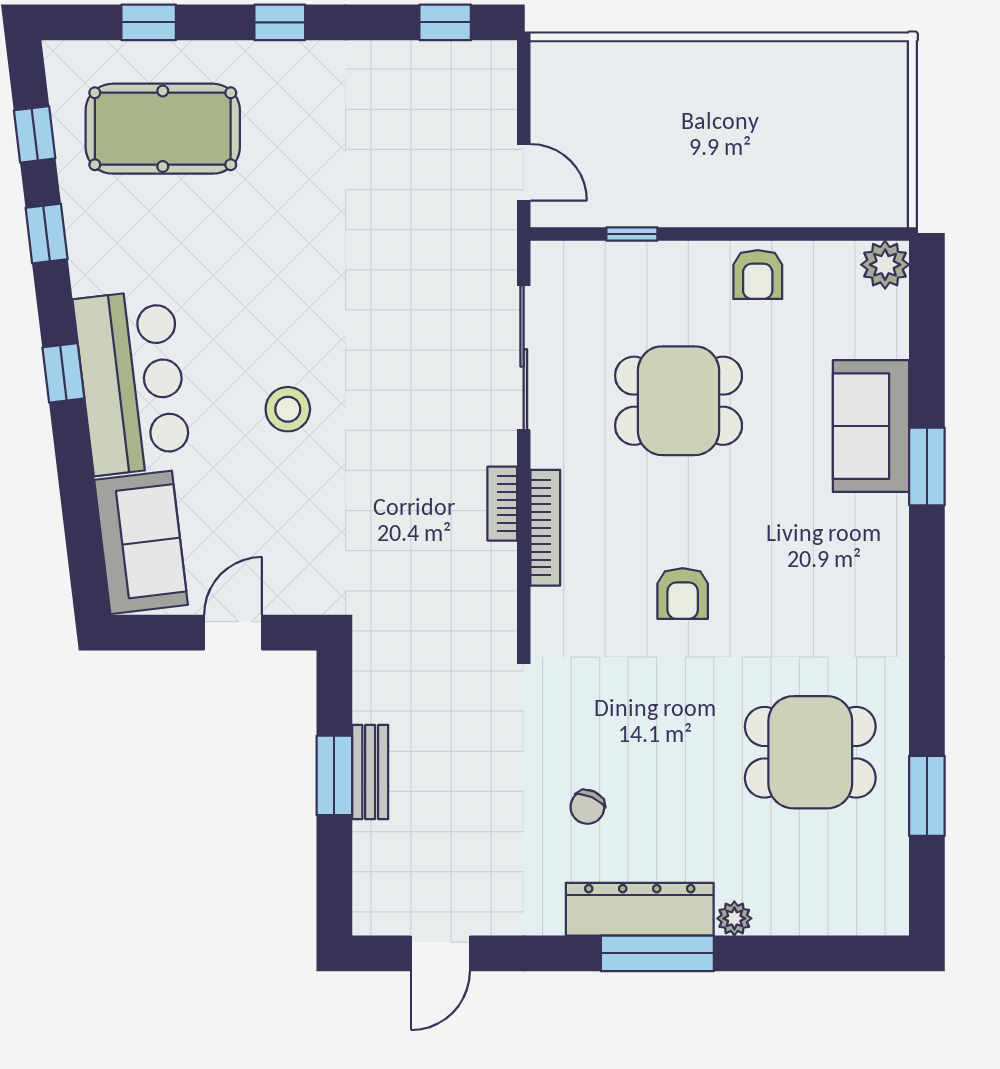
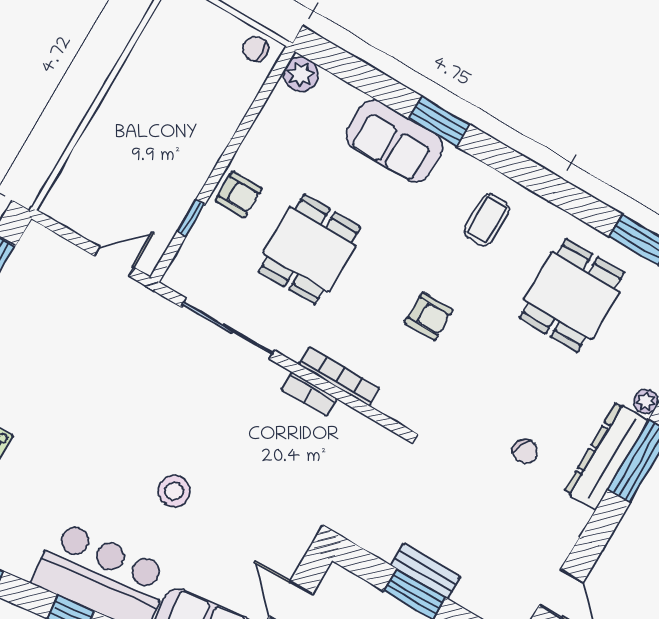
chair: (883, 191) -> (255, 49), added
armchair: (758, 274) -> (239, 195), moved
coffee table: (841, 595) -> (487, 220), added

